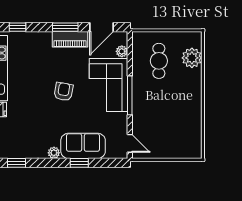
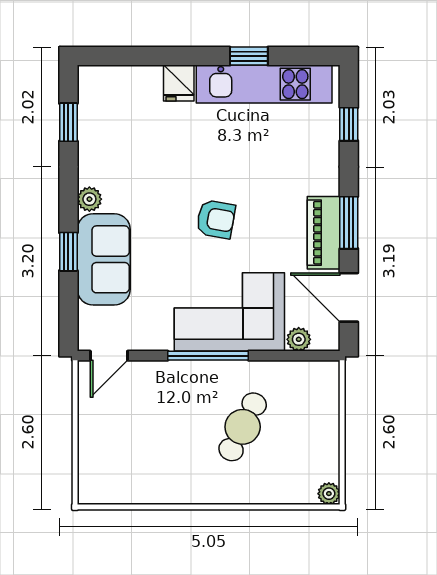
plant: (192, 58) -> (329, 494), moved, width x0.53, depth x0.53
cafe table: (159, 61) -> (243, 427), moved, turned -63

